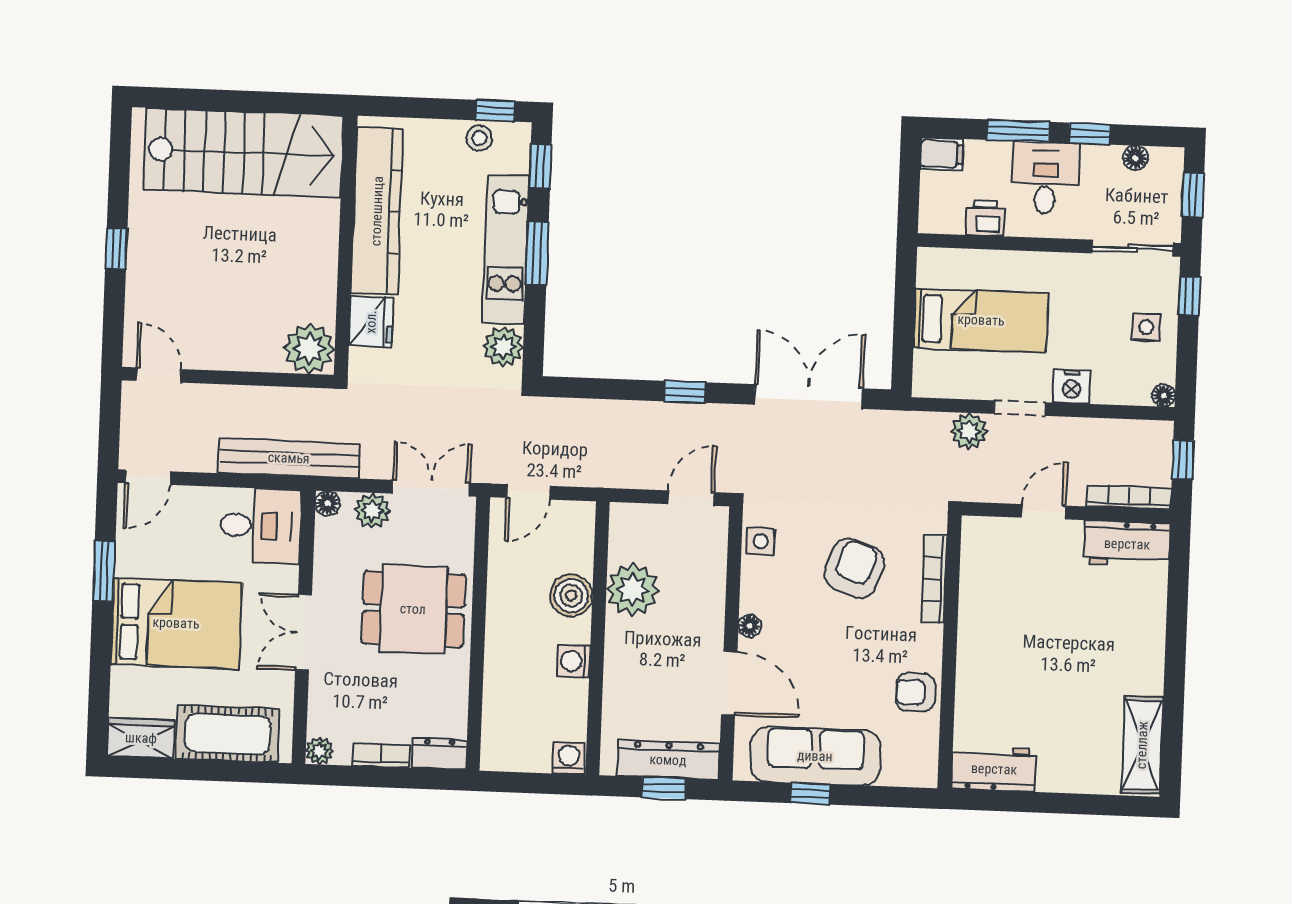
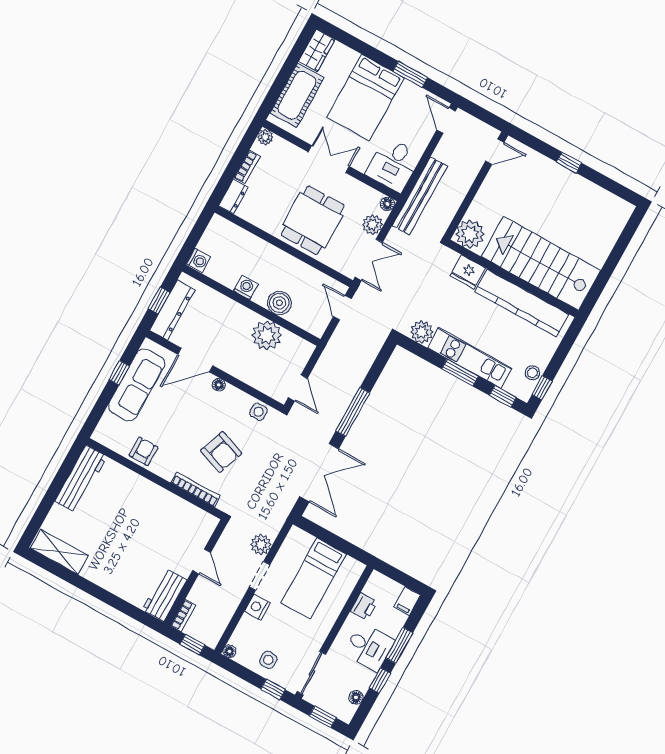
stairs: (244, 152) -> (541, 263), moved, turned 90
window: (685, 392) -> (353, 412), width x2.17
bookcase: (1129, 497) -> (183, 616), width x0.64
workbench: (994, 769) -> (81, 479), width x1.38

